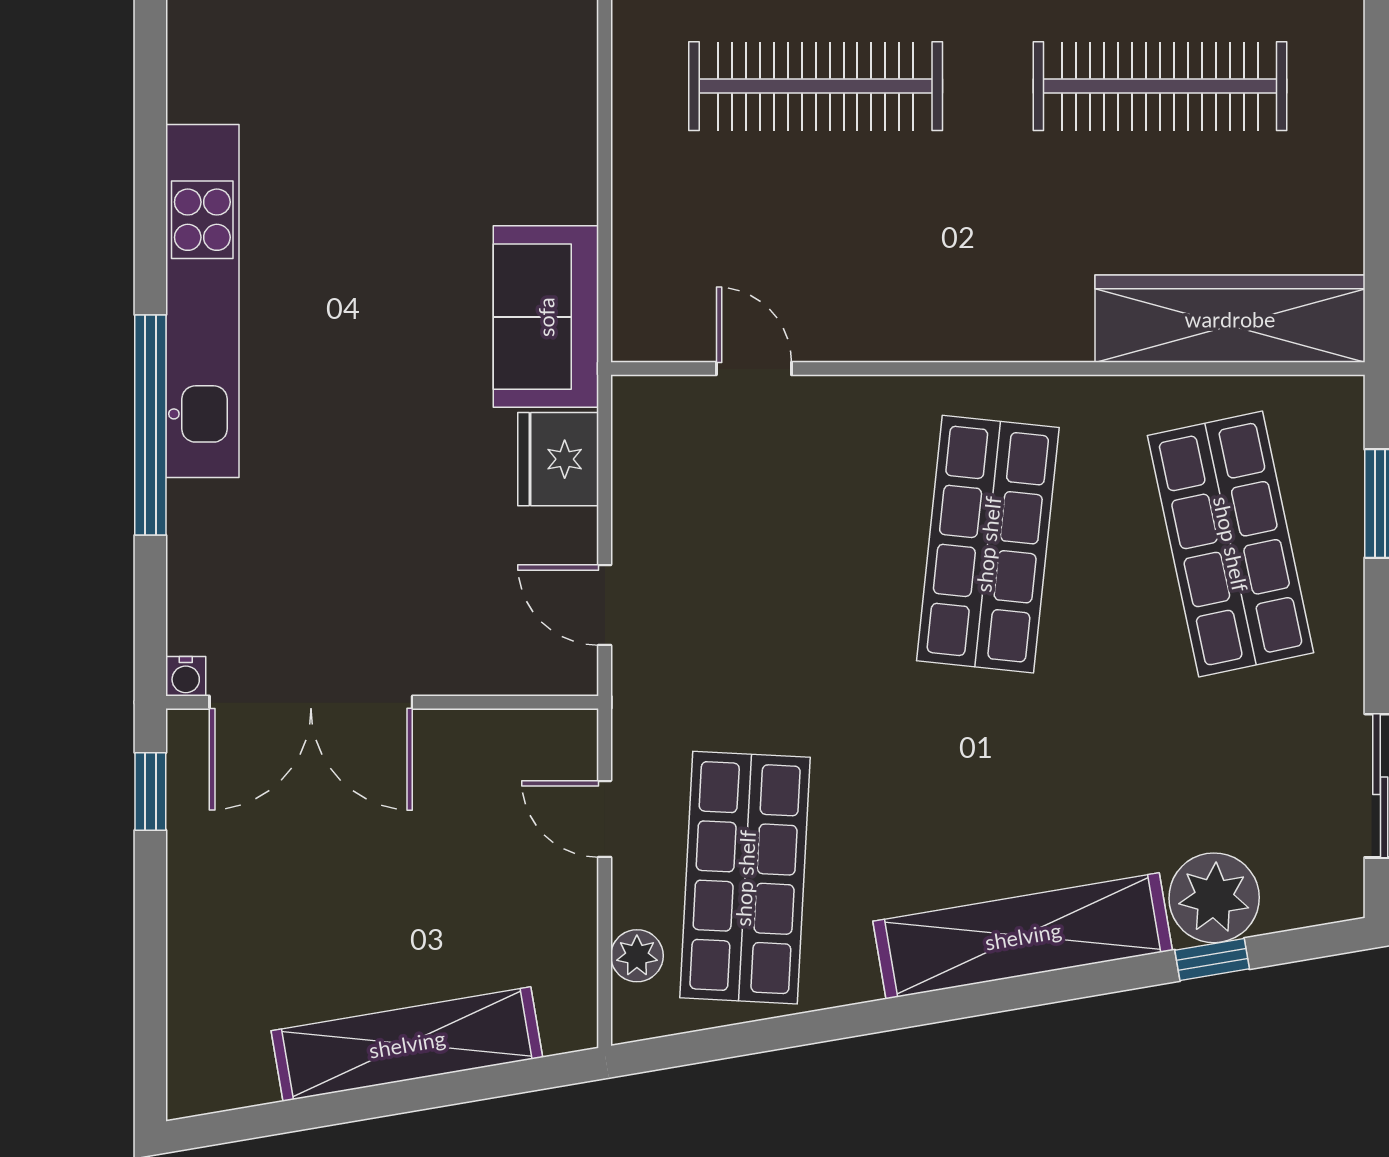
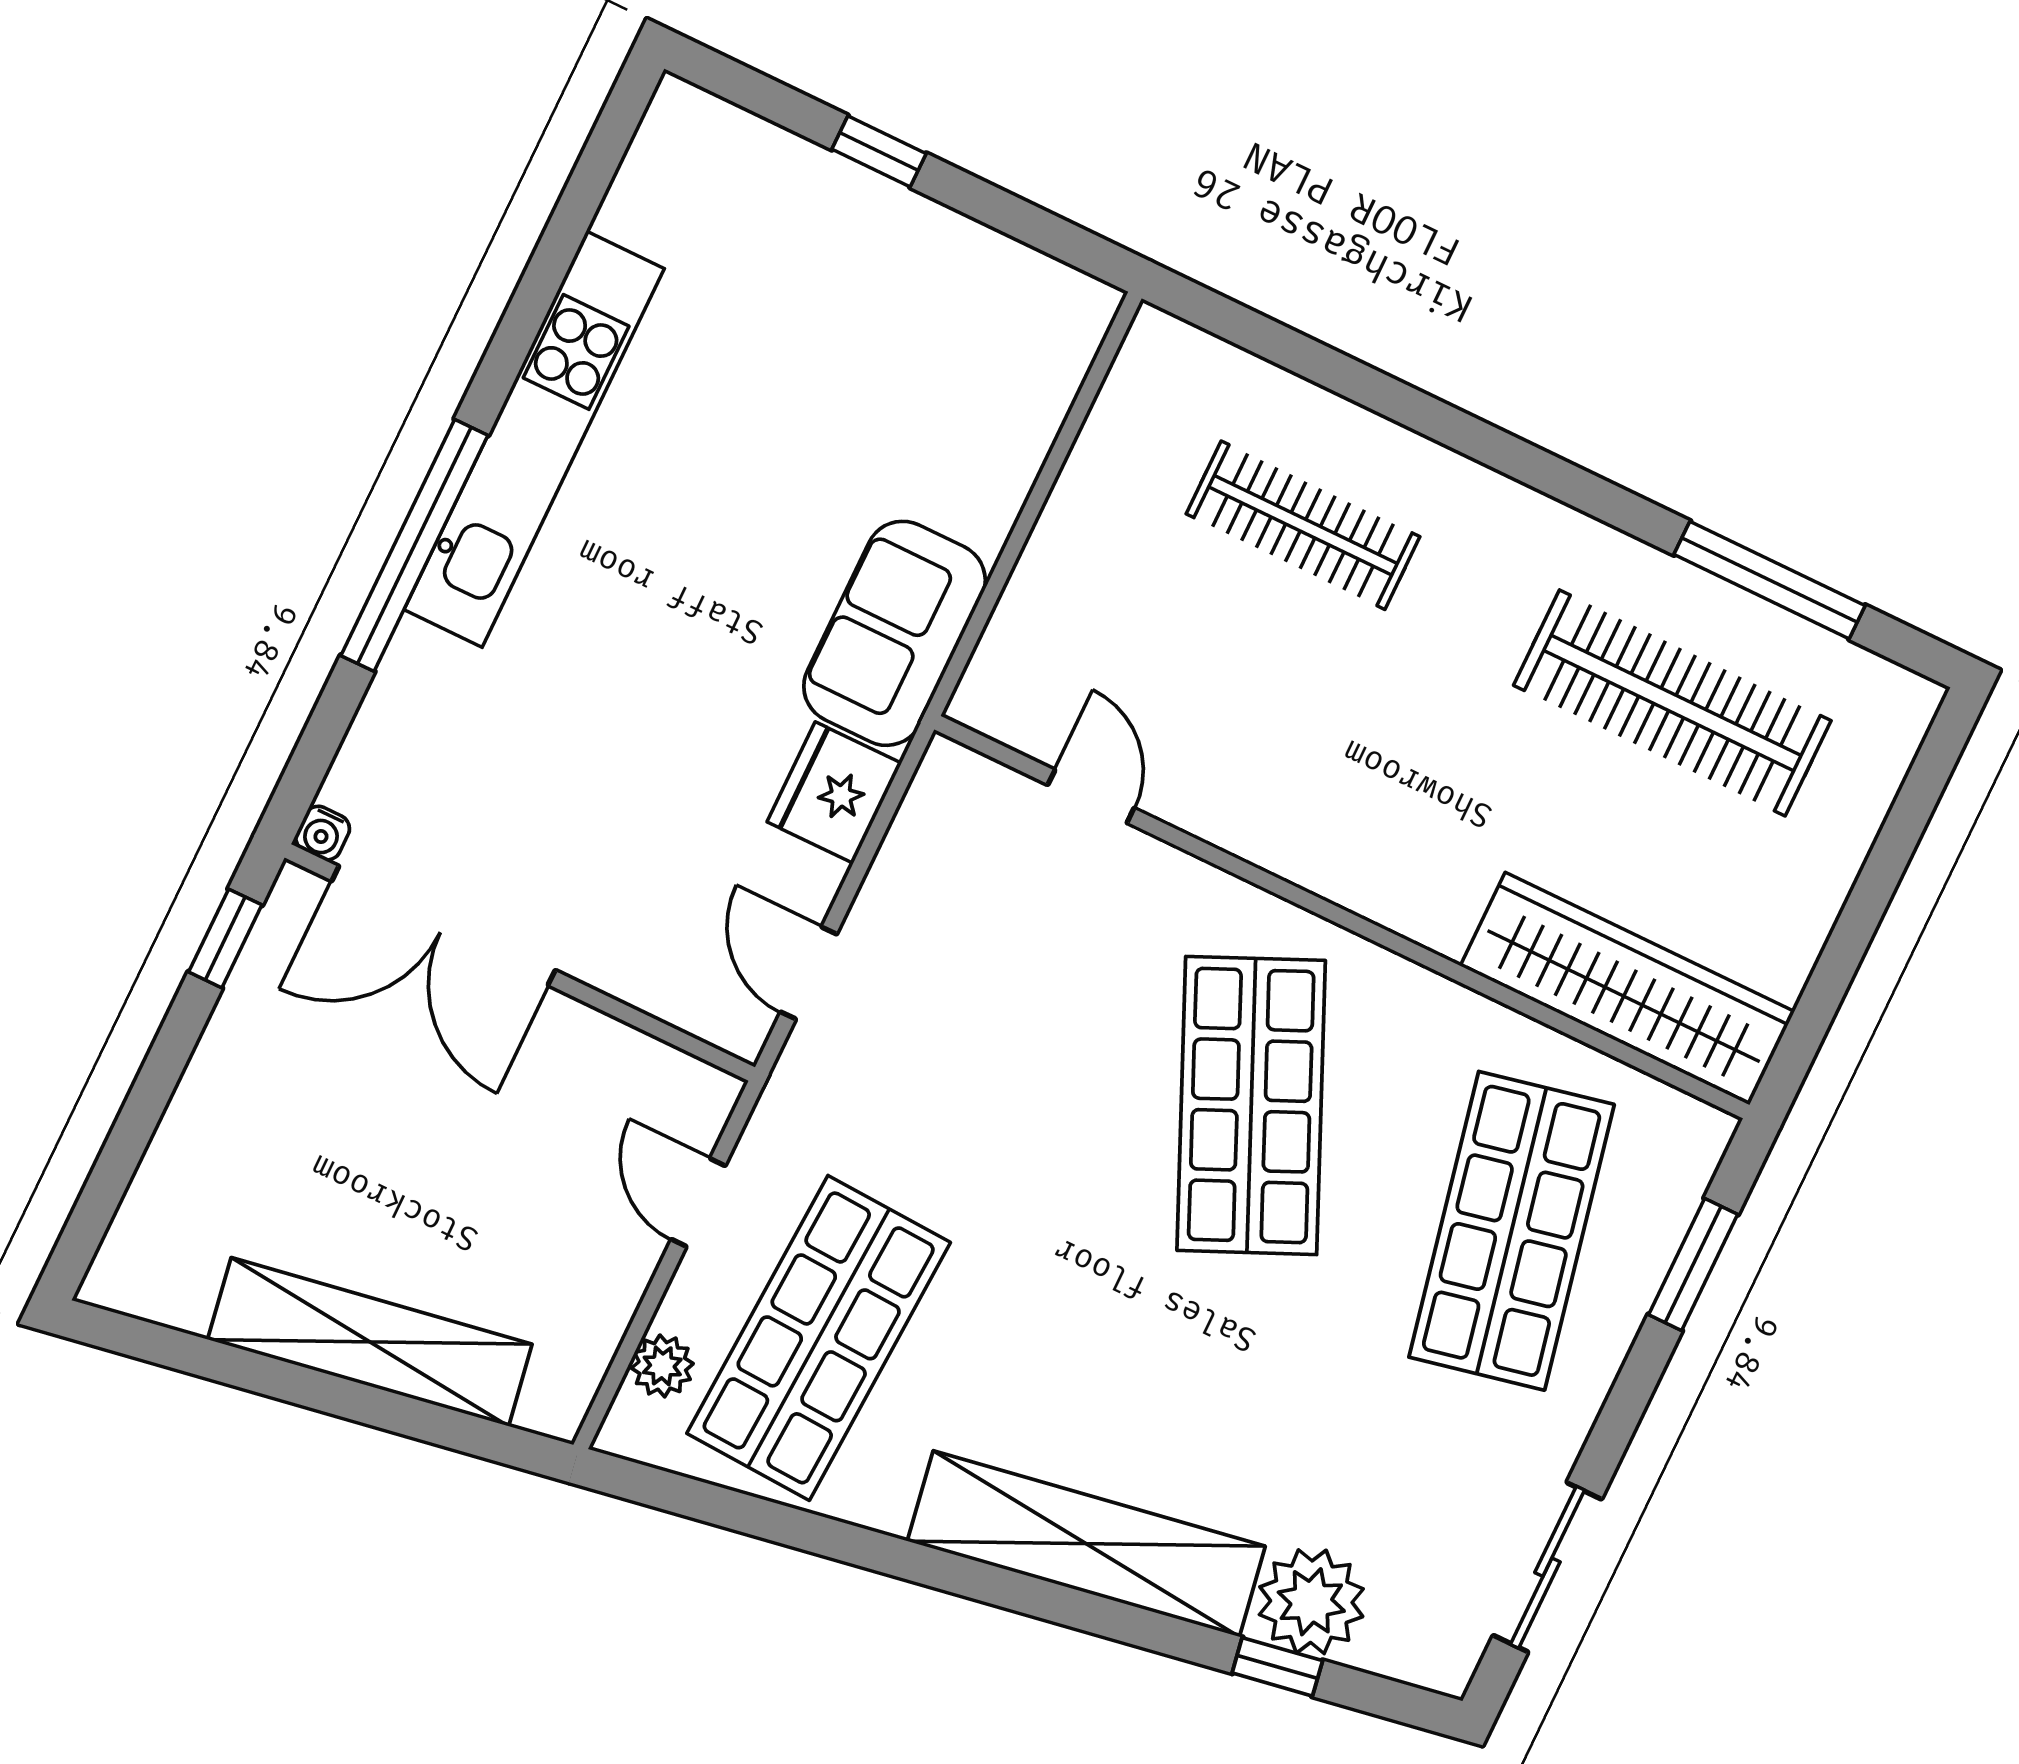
clothes rail: (816, 86) -> (1303, 525), width x0.73, depth x0.76
shop shelf: (988, 544) -> (1251, 1105), turned -30

